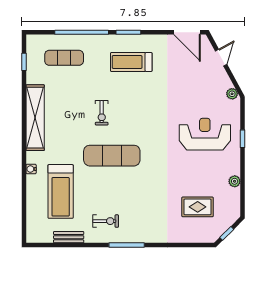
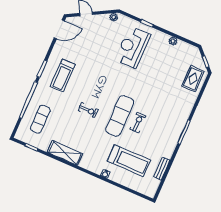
shelving: (35, 118) -> (65, 153), width x0.68
rug: (198, 207) -> (193, 79), moved
exercise bike: (106, 221) -> (138, 123), moved

